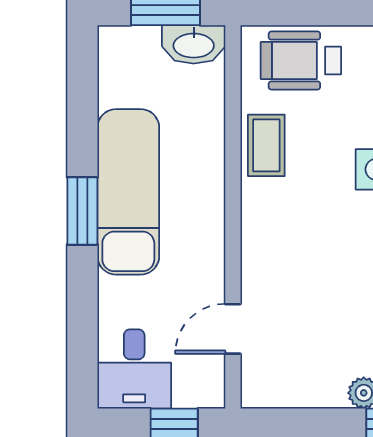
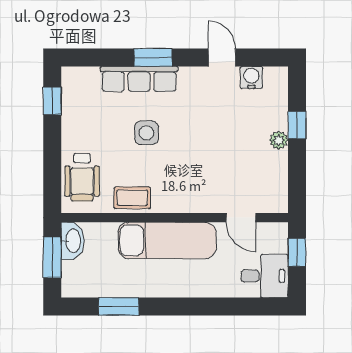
exam couch: (128, 192) -> (167, 240), moved, turned 180
window: (82, 211) -> (119, 307), moved

